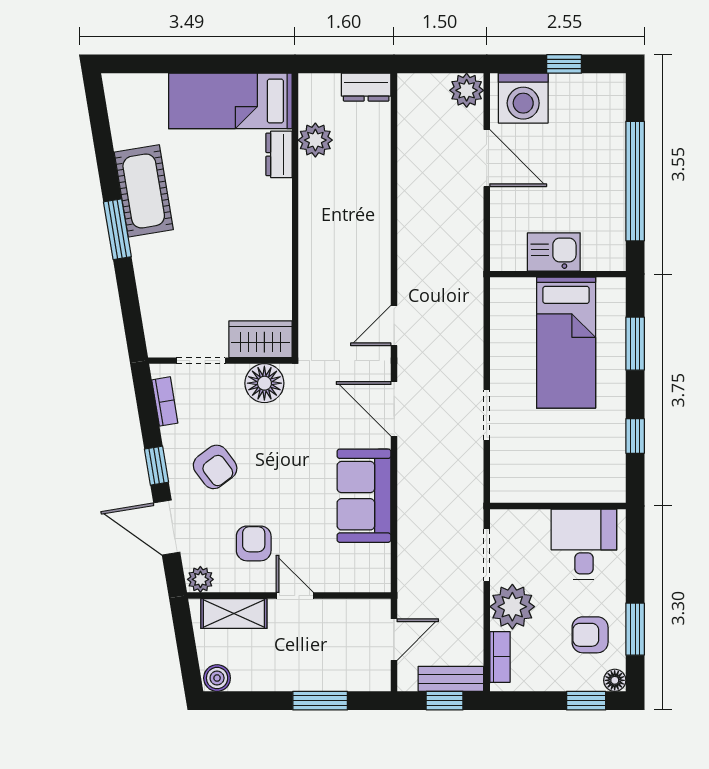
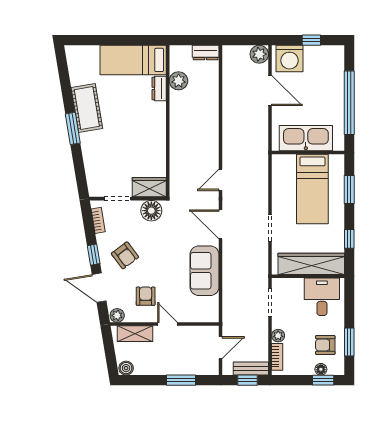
kitchen sink: (554, 252) -> (306, 138), width x1.87, depth x1.24
wardrobe: (564, 483) -> (311, 264), added
plant: (512, 607) -> (278, 336), width x0.53, depth x0.53
floor lamp: (615, 680) -> (321, 369), moved

